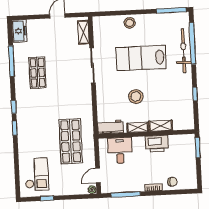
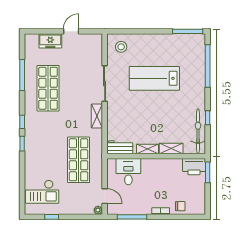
stool: (130, 23) -> (121, 47), moved
freezer: (19, 31) -> (50, 41), moved, turned 90
shelving: (83, 32) -> (97, 116), moved
bicycle: (183, 51) -> (198, 131), moved
shop shelf: (37, 73) -> (48, 88), width x1.43, depth x1.36
stool: (136, 97) -> (147, 117), removed
printer: (157, 144) -> (194, 167), moved
checkout: (37, 174) -> (42, 192), turned 90
door: (98, 175) -> (105, 196), swing flipped

